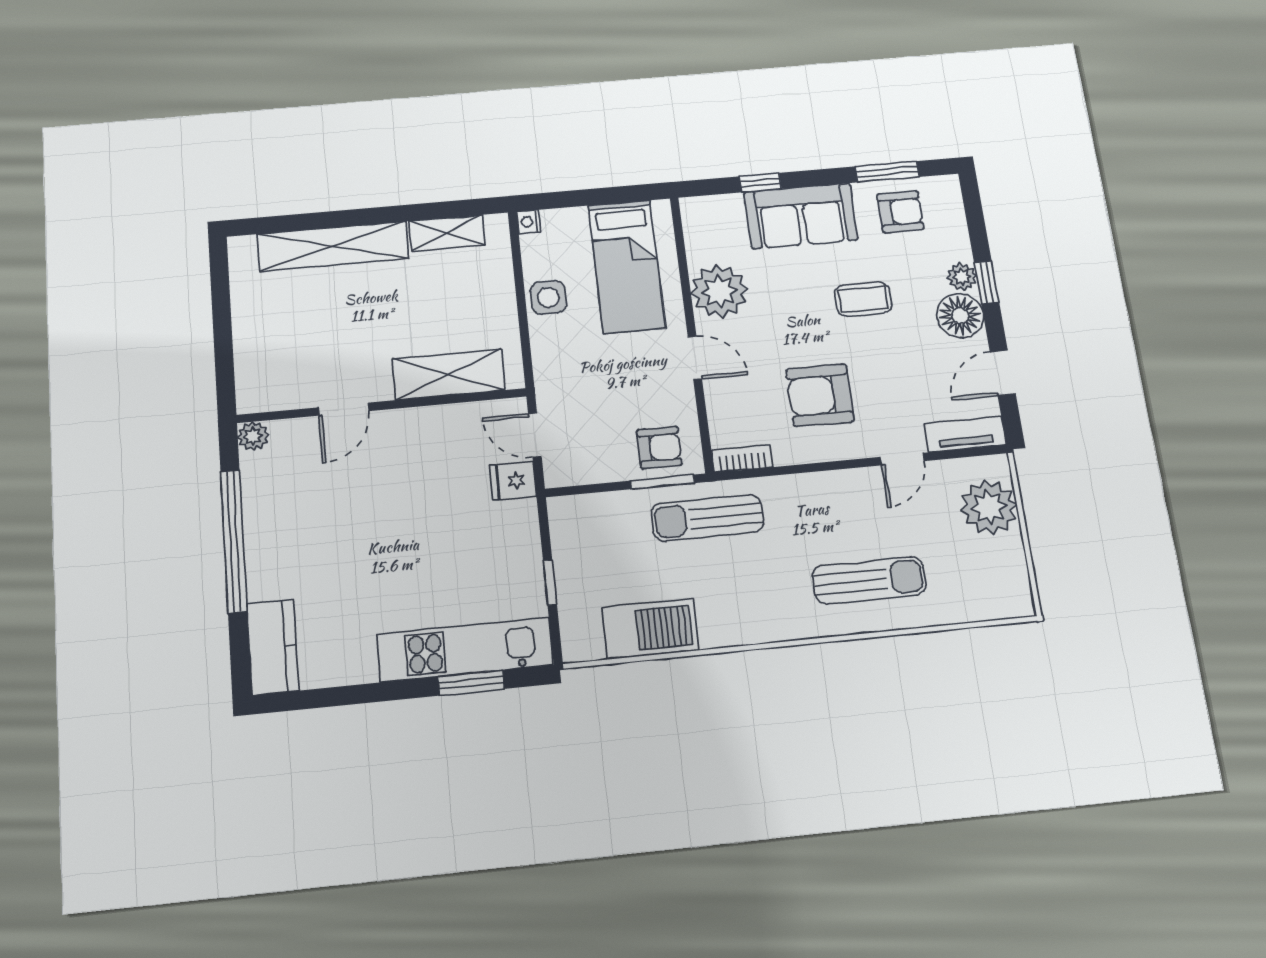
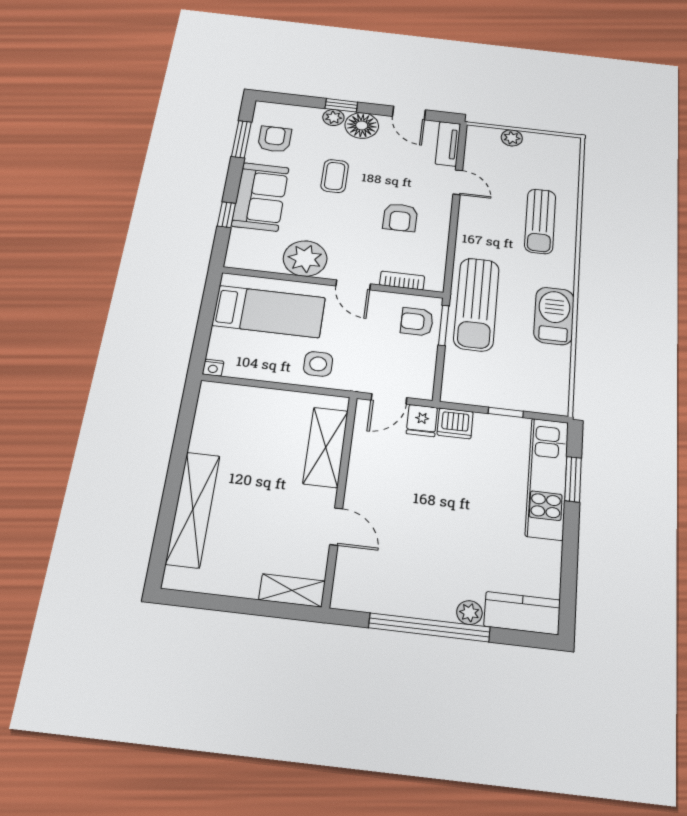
shelving: (447, 233) -> (292, 590), moved, turned 90
side table: (548, 297) -> (318, 364), moved
door: (695, 358) -> (353, 285), swing flipped
armchair: (820, 395) -> (400, 217), width x0.72, depth x0.72
plant: (253, 436) -> (469, 613), moved
armchair: (659, 447) -> (417, 322), turned -90
bookcase: (742, 459) -> (402, 280), moved, turned 90
plant: (989, 507) -> (512, 138), width x0.53, depth x0.53
sun lounger: (707, 518) -> (476, 304), width x1.36, depth x1.34
dishwasher: (519, 522) -> (455, 423), added
sun lounger: (869, 580) -> (540, 221), turned 180
barbecue: (650, 629) -> (554, 316), moved

